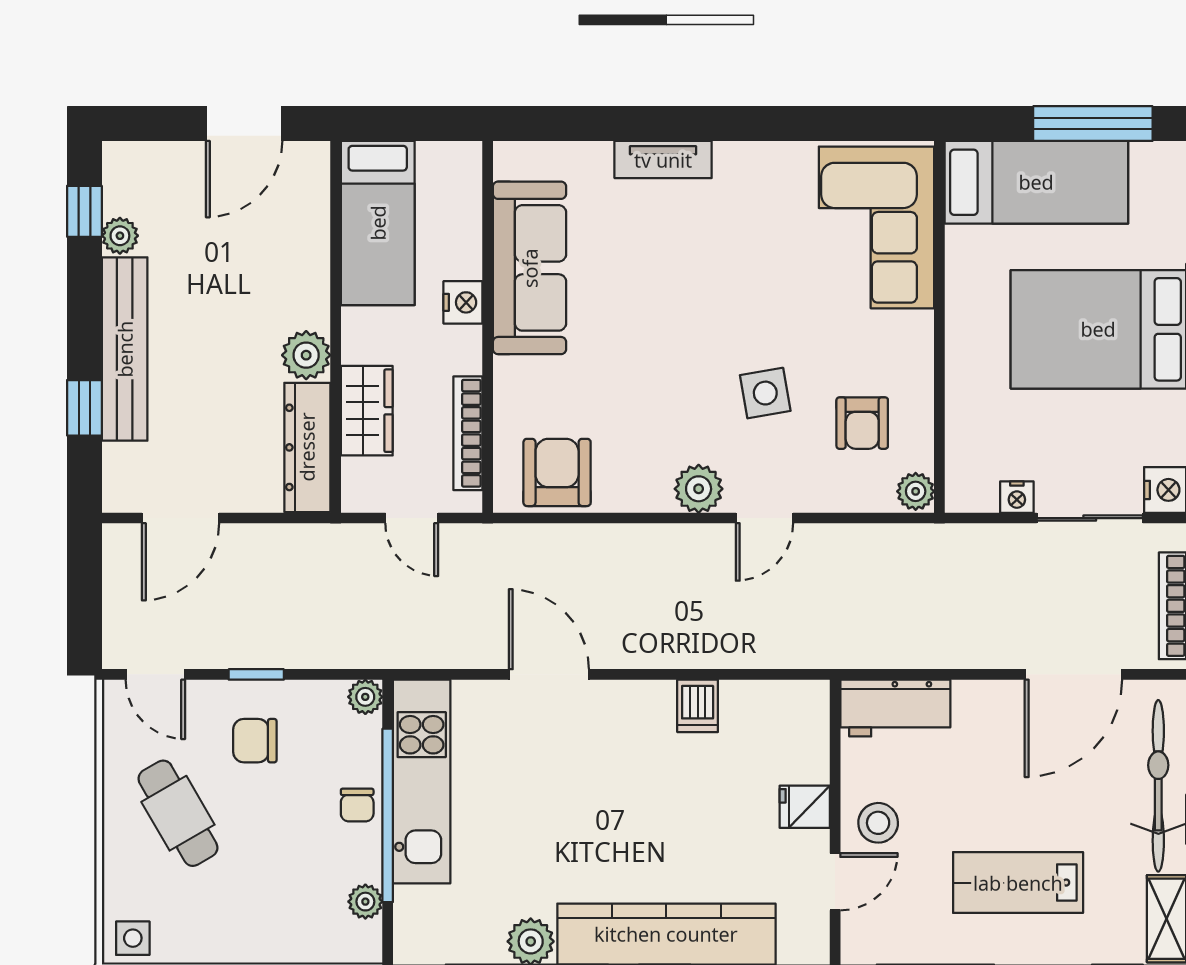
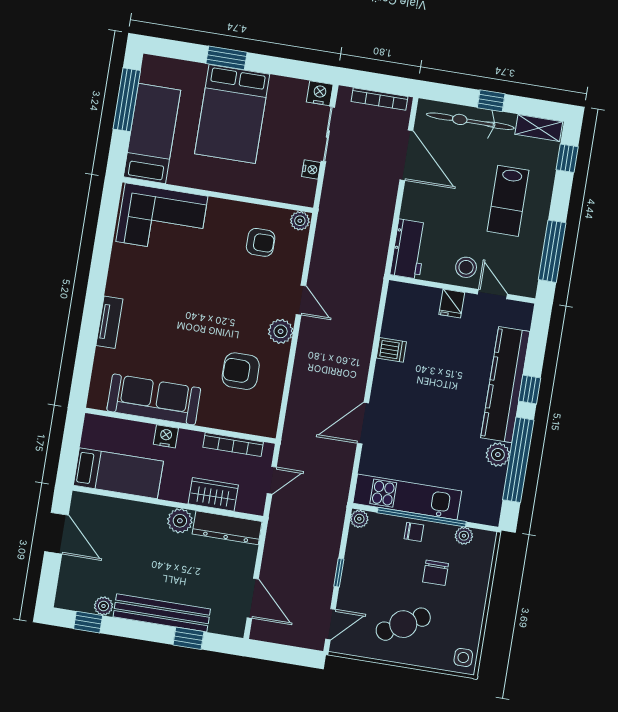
side table: (765, 393) -> (237, 289), removed
armchair: (557, 472) -> (241, 371), moved
chair: (255, 741) -> (436, 573), moved

